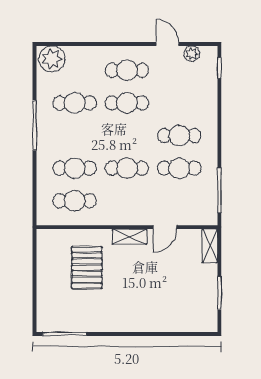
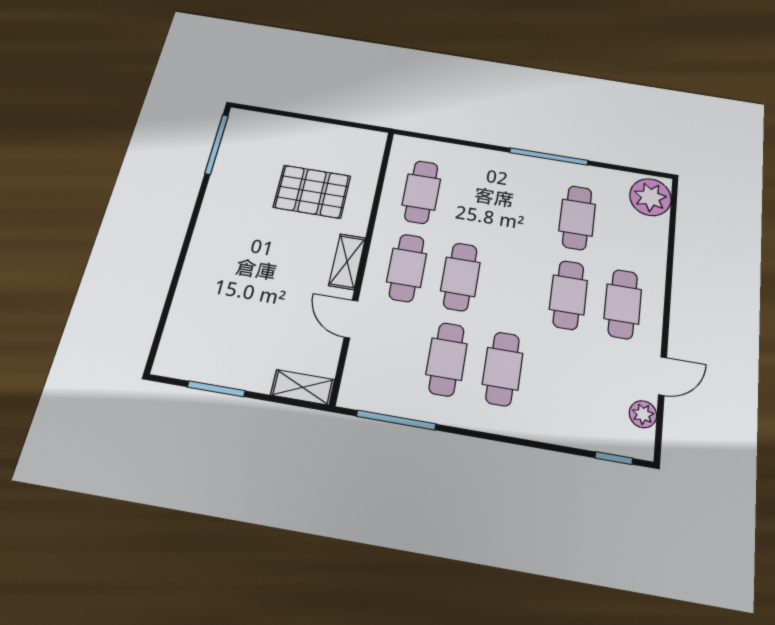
cafe table: (75, 168) -> (407, 268), moved

